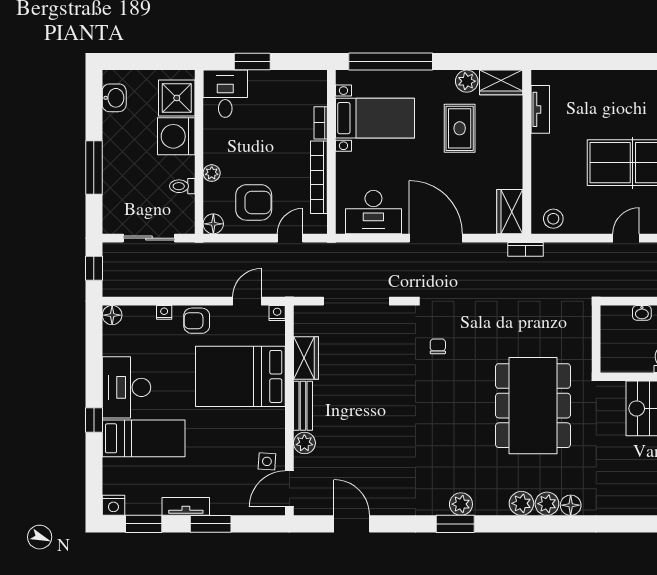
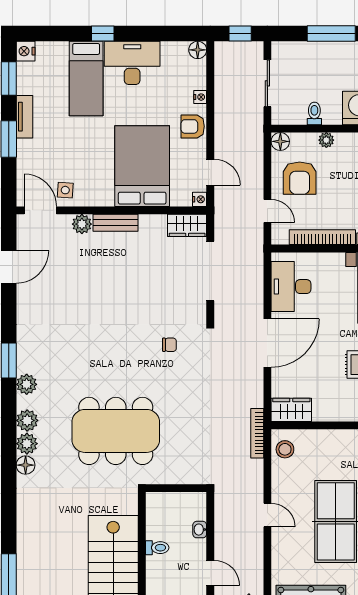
bookcase: (526, 249) -> (257, 433), width x1.56
armchair: (197, 321) -> (193, 126), turned -90
wardrobe: (306, 358) -> (187, 225), moved
plant: (461, 504) -> (27, 384), moved

